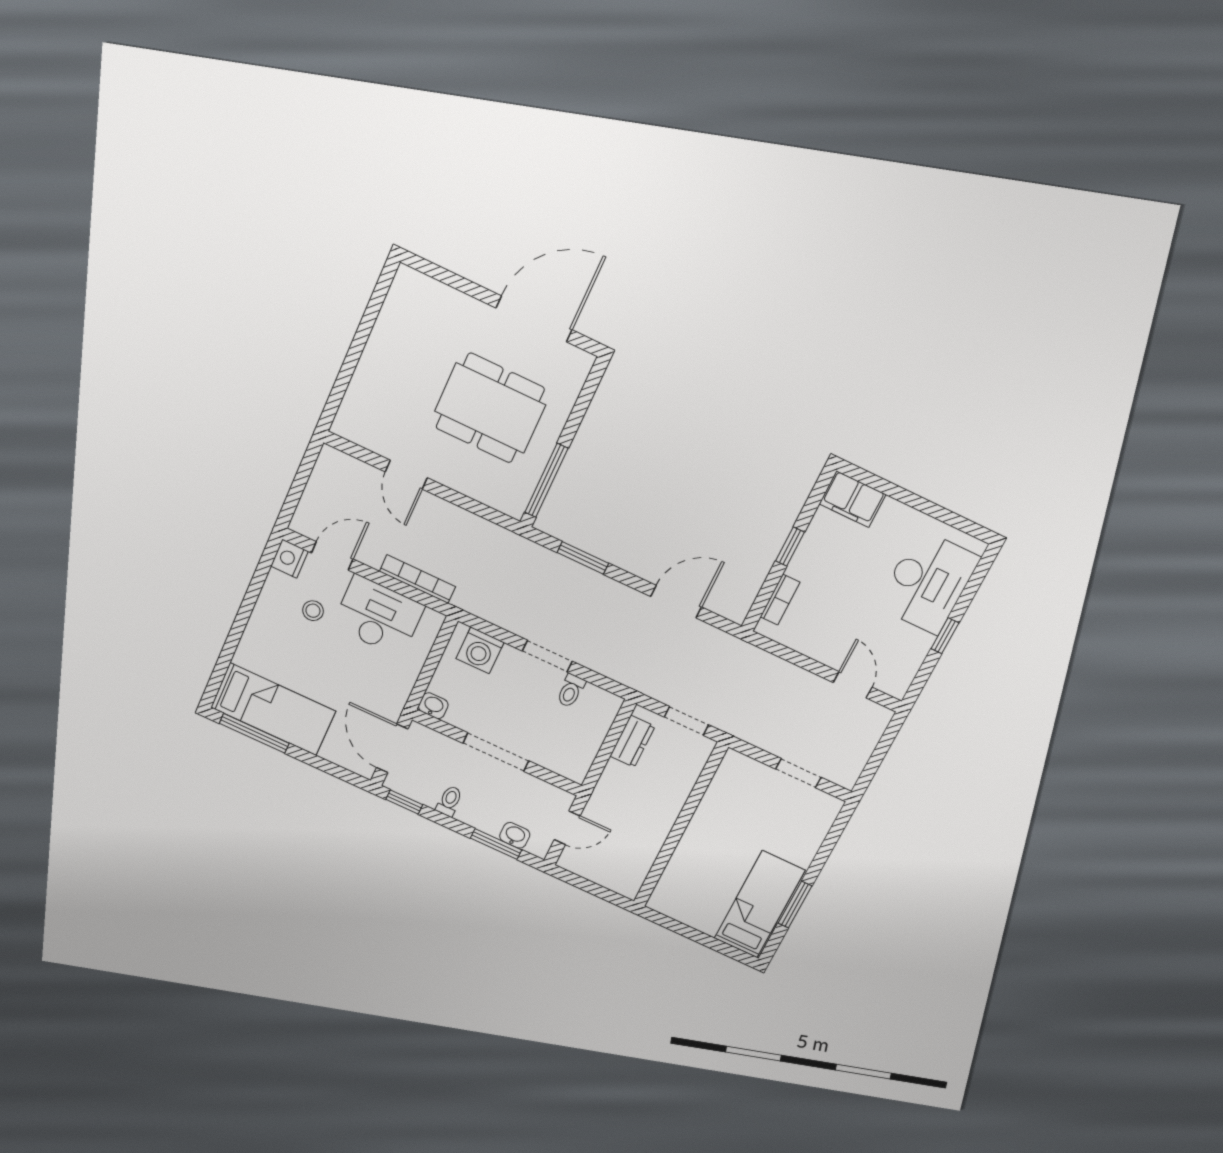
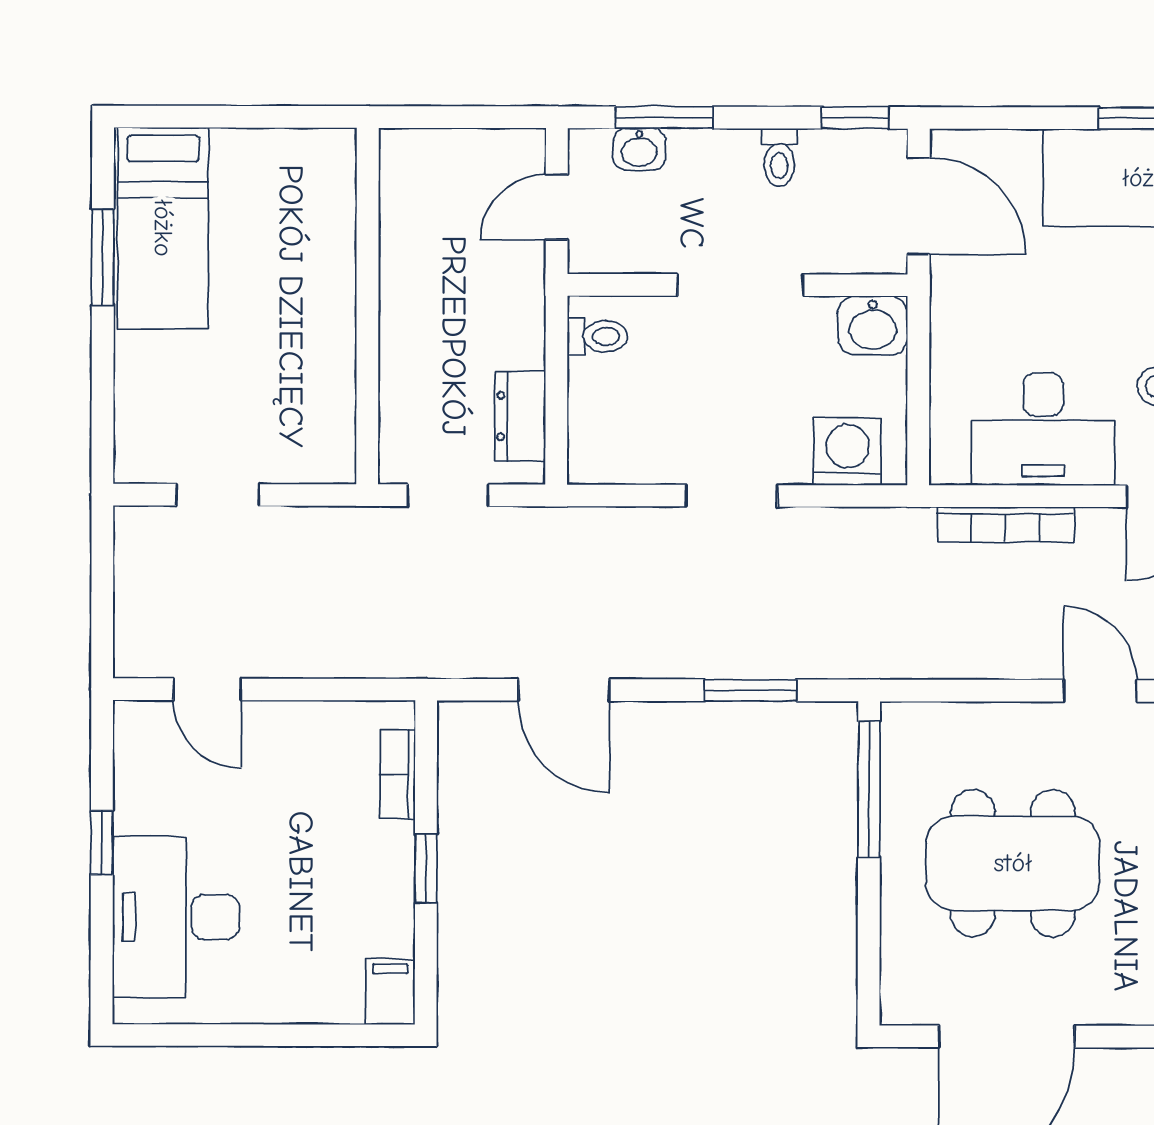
filing cabinet: (853, 499) -> (390, 992), width x0.50
door: (676, 602) -> (564, 690), hinge flipped
toilet: (571, 691) -> (597, 336), moved, turned 90
washbasin: (433, 706) -> (873, 326), width x1.38, depth x1.45

